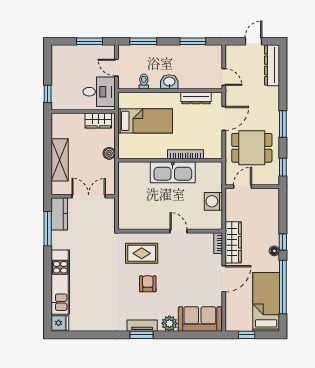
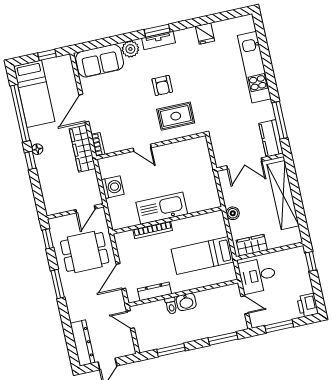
printer: (59, 55) -> (308, 305), added
toilet: (144, 82) -> (171, 306), moved
shelving: (60, 160) -> (283, 195), width x1.47
fridge: (60, 323) -> (205, 34), moved, turned -90

